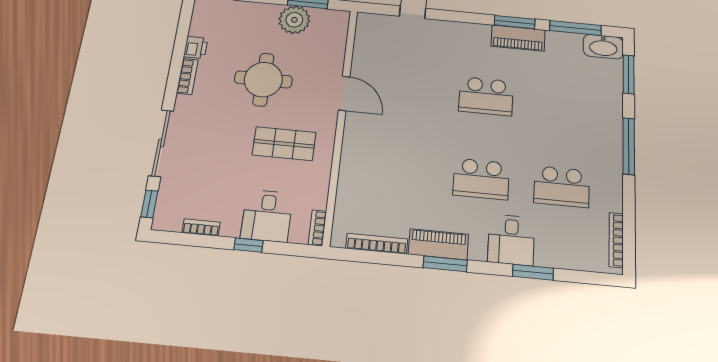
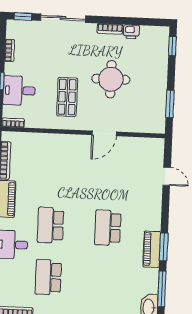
plant: (294, 20) -> (156, 96), removed

